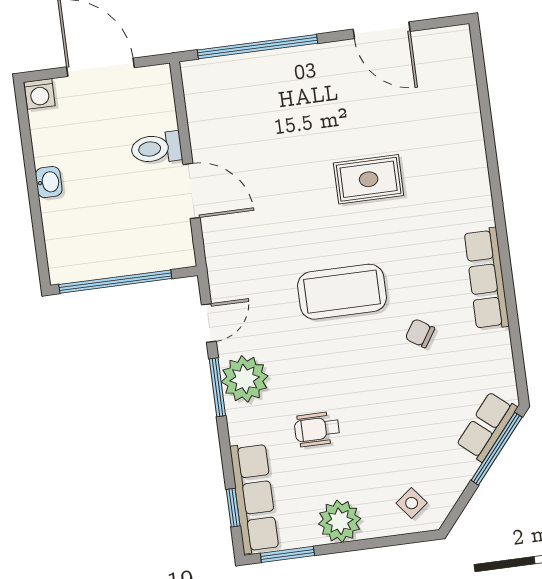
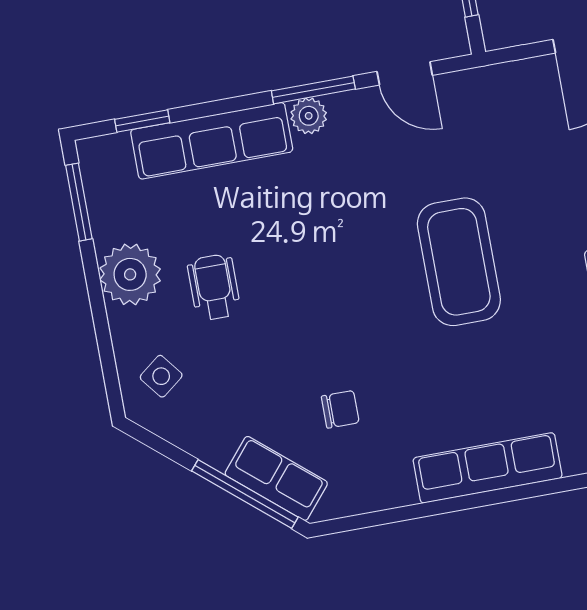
chair: (420, 333) -> (340, 409), moved, turned 57
plant: (245, 379) -> (309, 116), width x0.53, depth x0.53
wheelchair: (317, 429) -> (214, 287), moved
row of seats: (254, 498) -> (212, 141), moved

